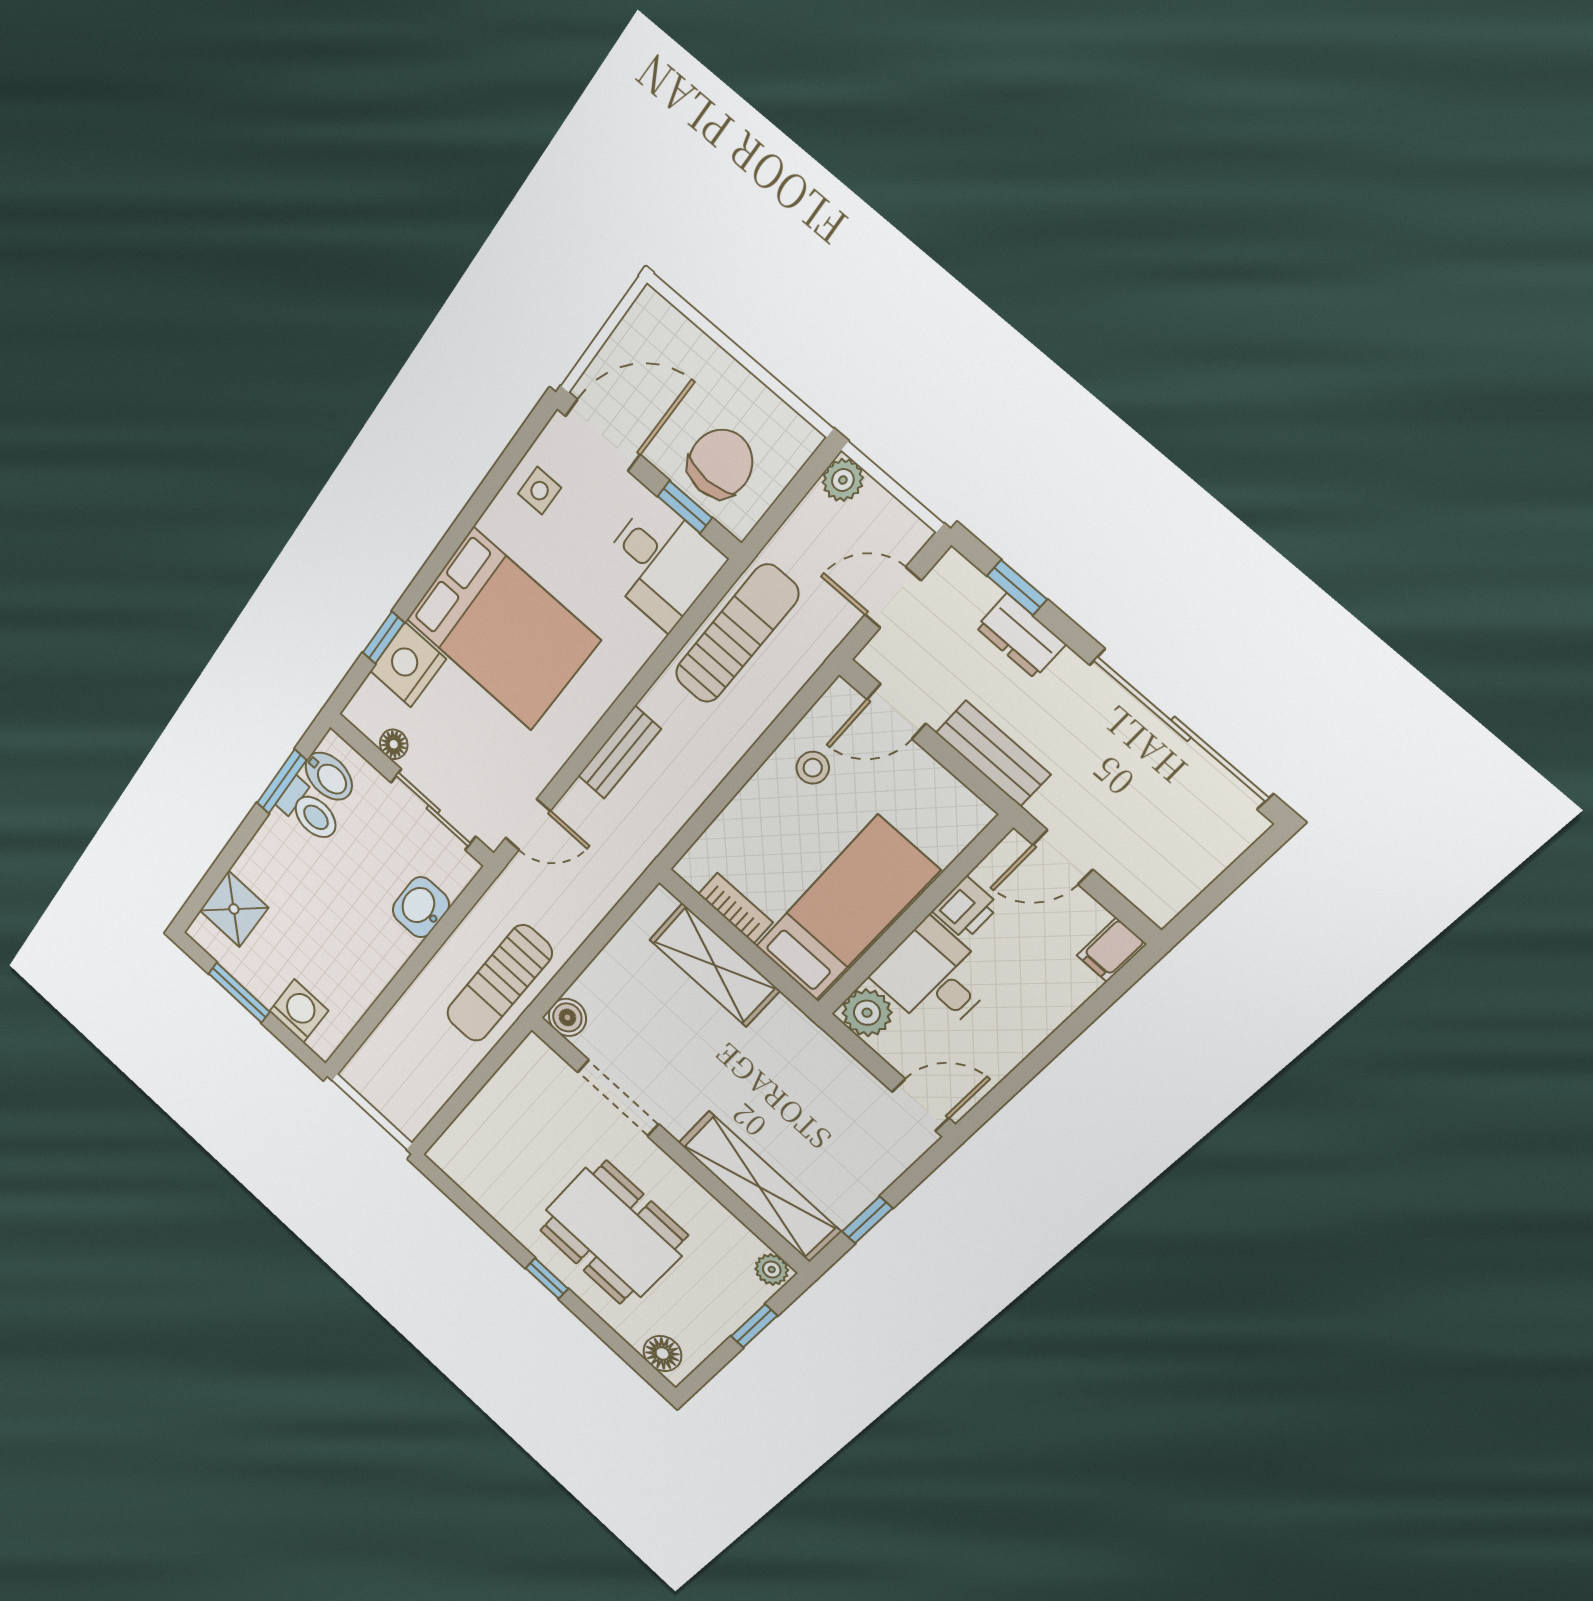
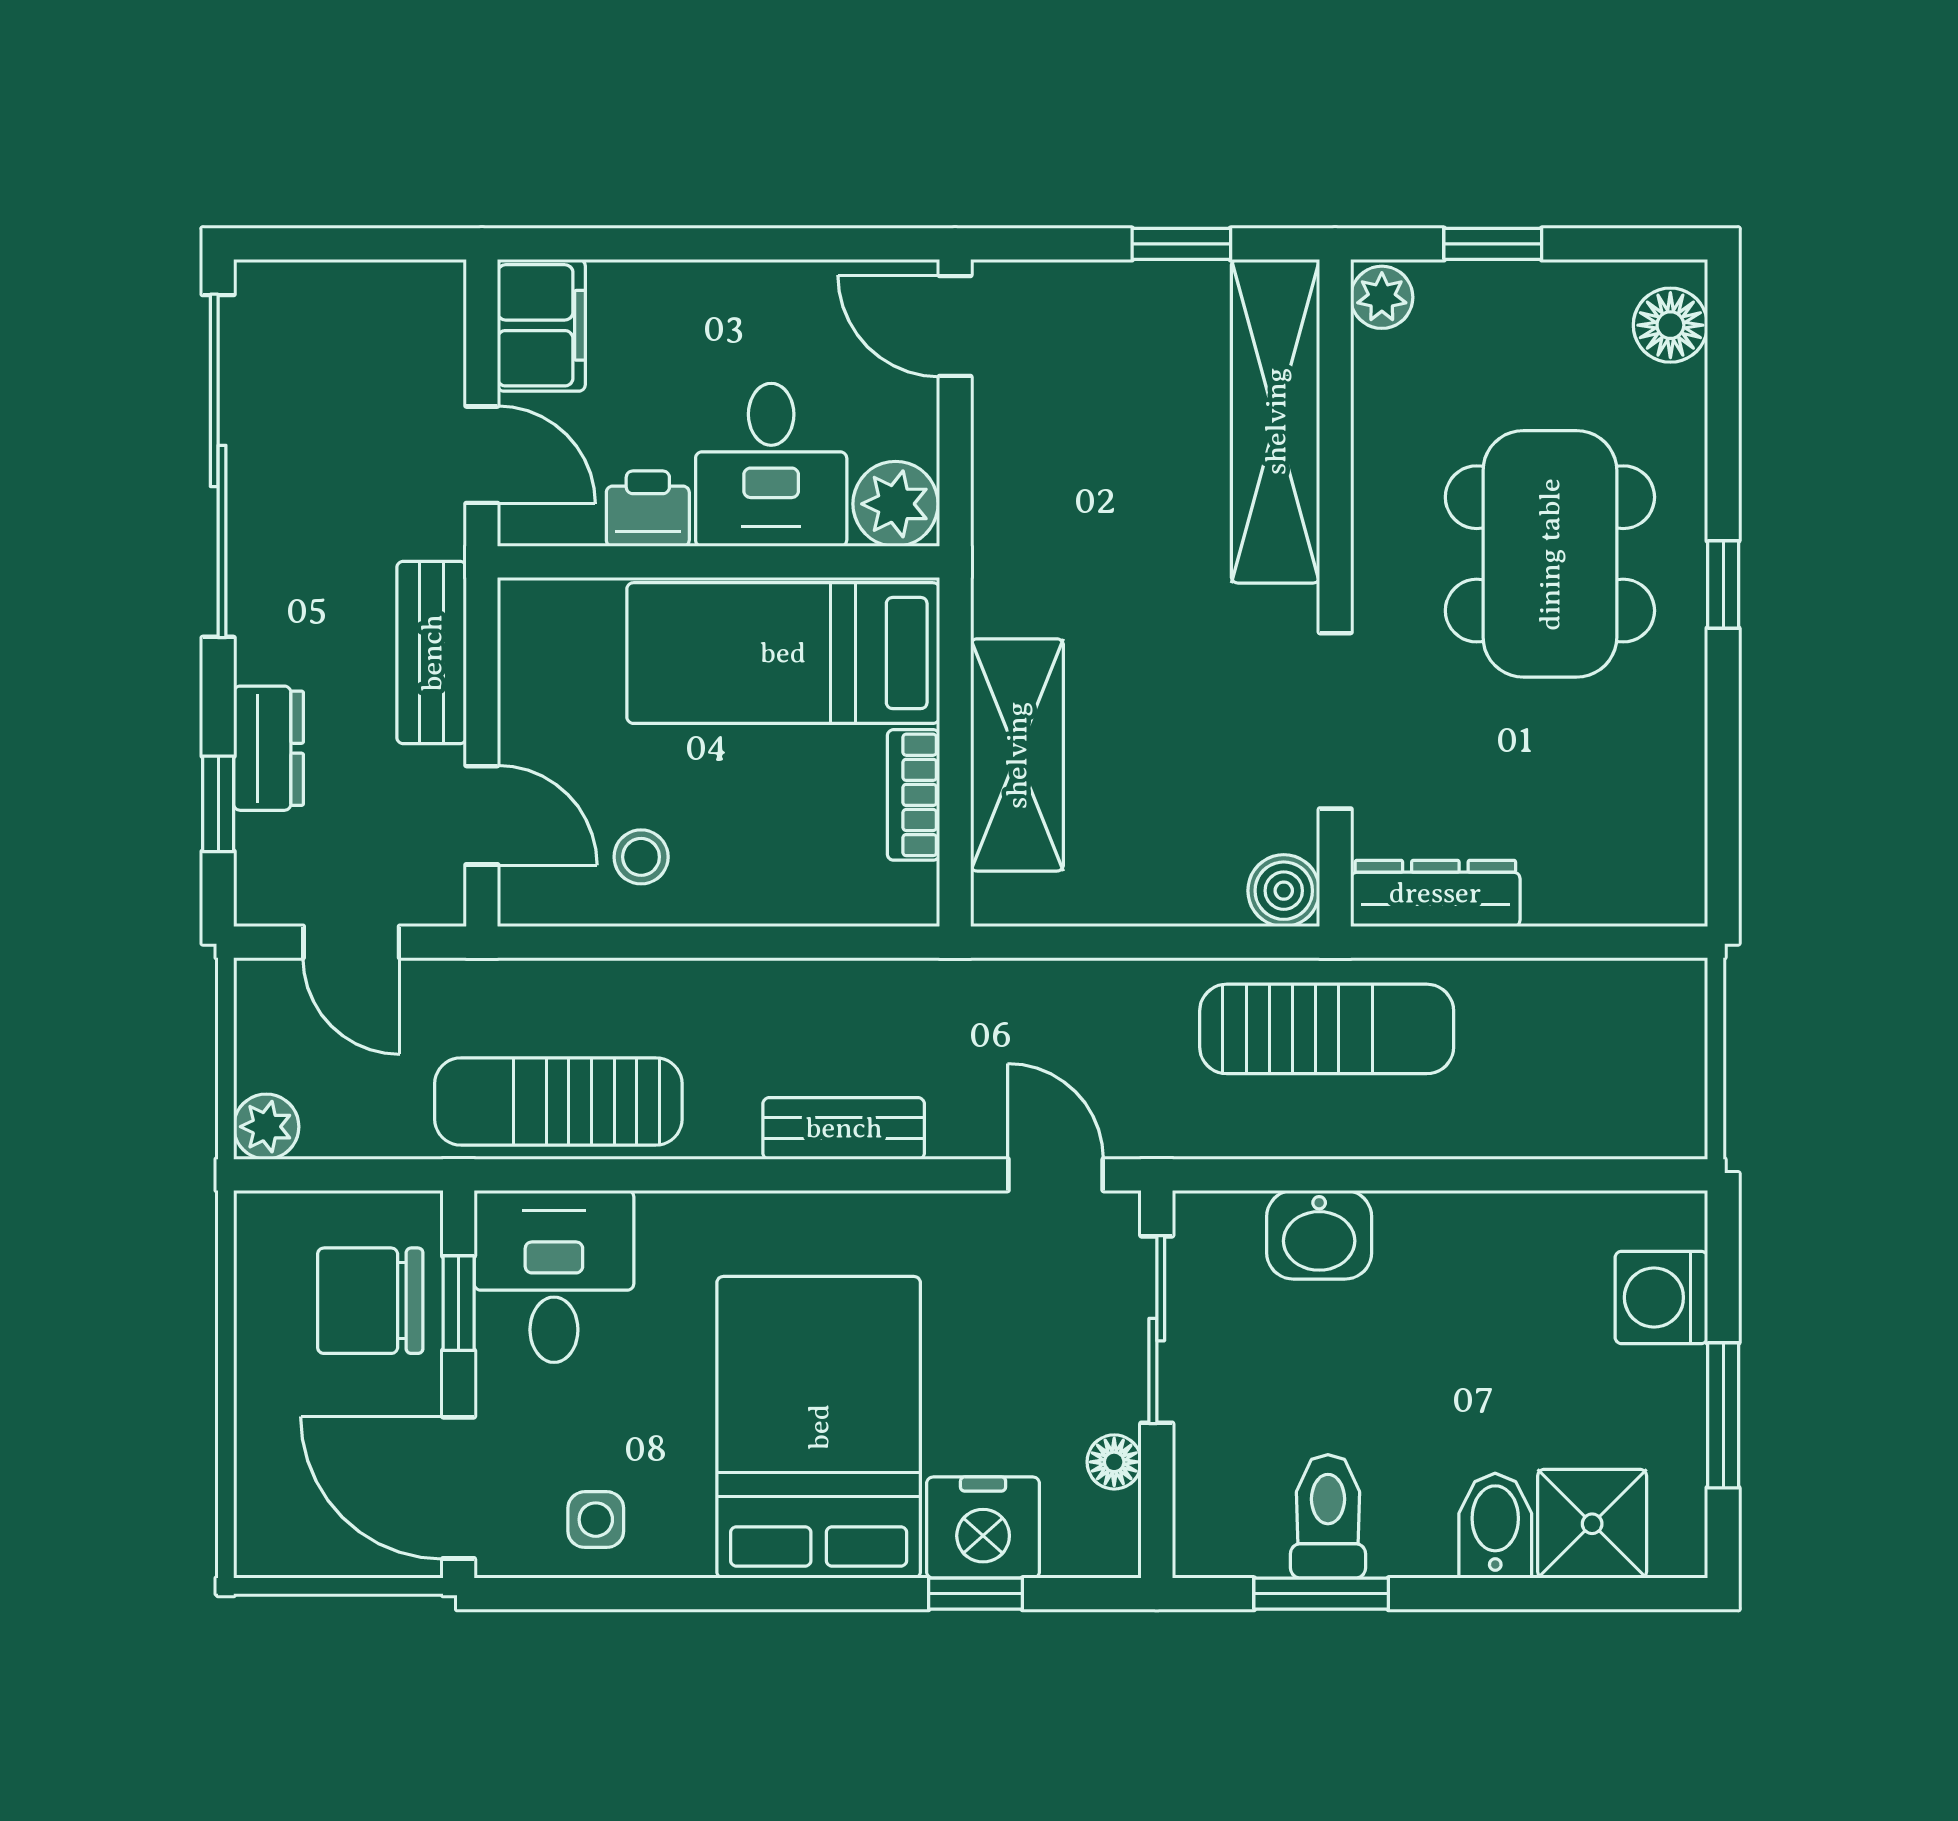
bidet: (329, 776) -> (1495, 1526), moved
filing cabinet: (1112, 950) -> (541, 325), width x2.00
dresser: (518, 1072) -> (1435, 893), added

